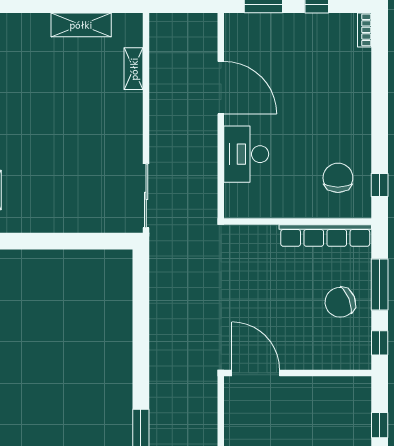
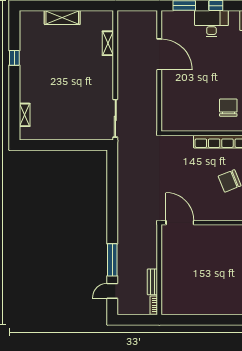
shelving: (81, 25) -> (62, 17), moved
desk: (246, 154) -> (211, 24), moved, turned 90

